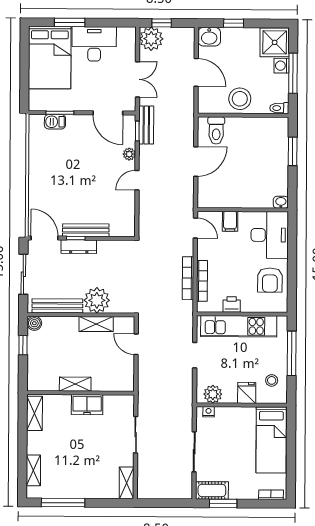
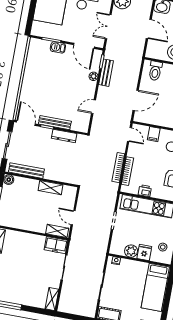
double door: (138, 79) -> (108, 27), swing flipped
barbecue: (55, 122) -> (58, 47), moved
bench: (146, 125) -> (106, 73), moved
door: (196, 161) -> (136, 100), moved
door: (137, 180) -> (93, 107), moved
dresser: (79, 247) -> (64, 136), moved
plant: (97, 300) -> (54, 172), removed
door: (136, 344) -> (73, 218), moved
shelving: (75, 384) -> (57, 231), moved
plant: (213, 394) -> (131, 251), moved
freezer: (87, 405) -> (56, 245), moved

